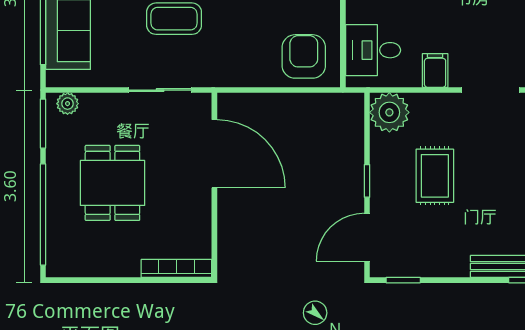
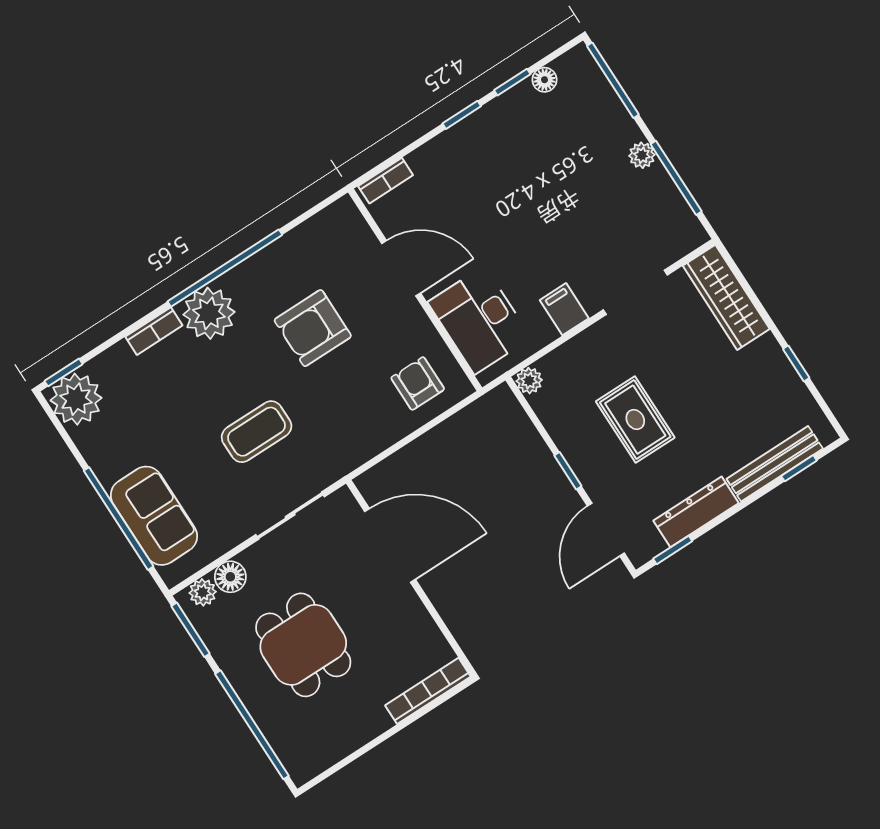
desk: (373, 50) -> (479, 320), width x1.37
armchair: (304, 56) -> (418, 383), width x0.72, depth x0.72
floor lamp: (93, 105) -> (230, 577), added
plant: (389, 112) -> (529, 381), width x0.53, depth x0.53
dresser: (435, 265) -> (696, 512), added

